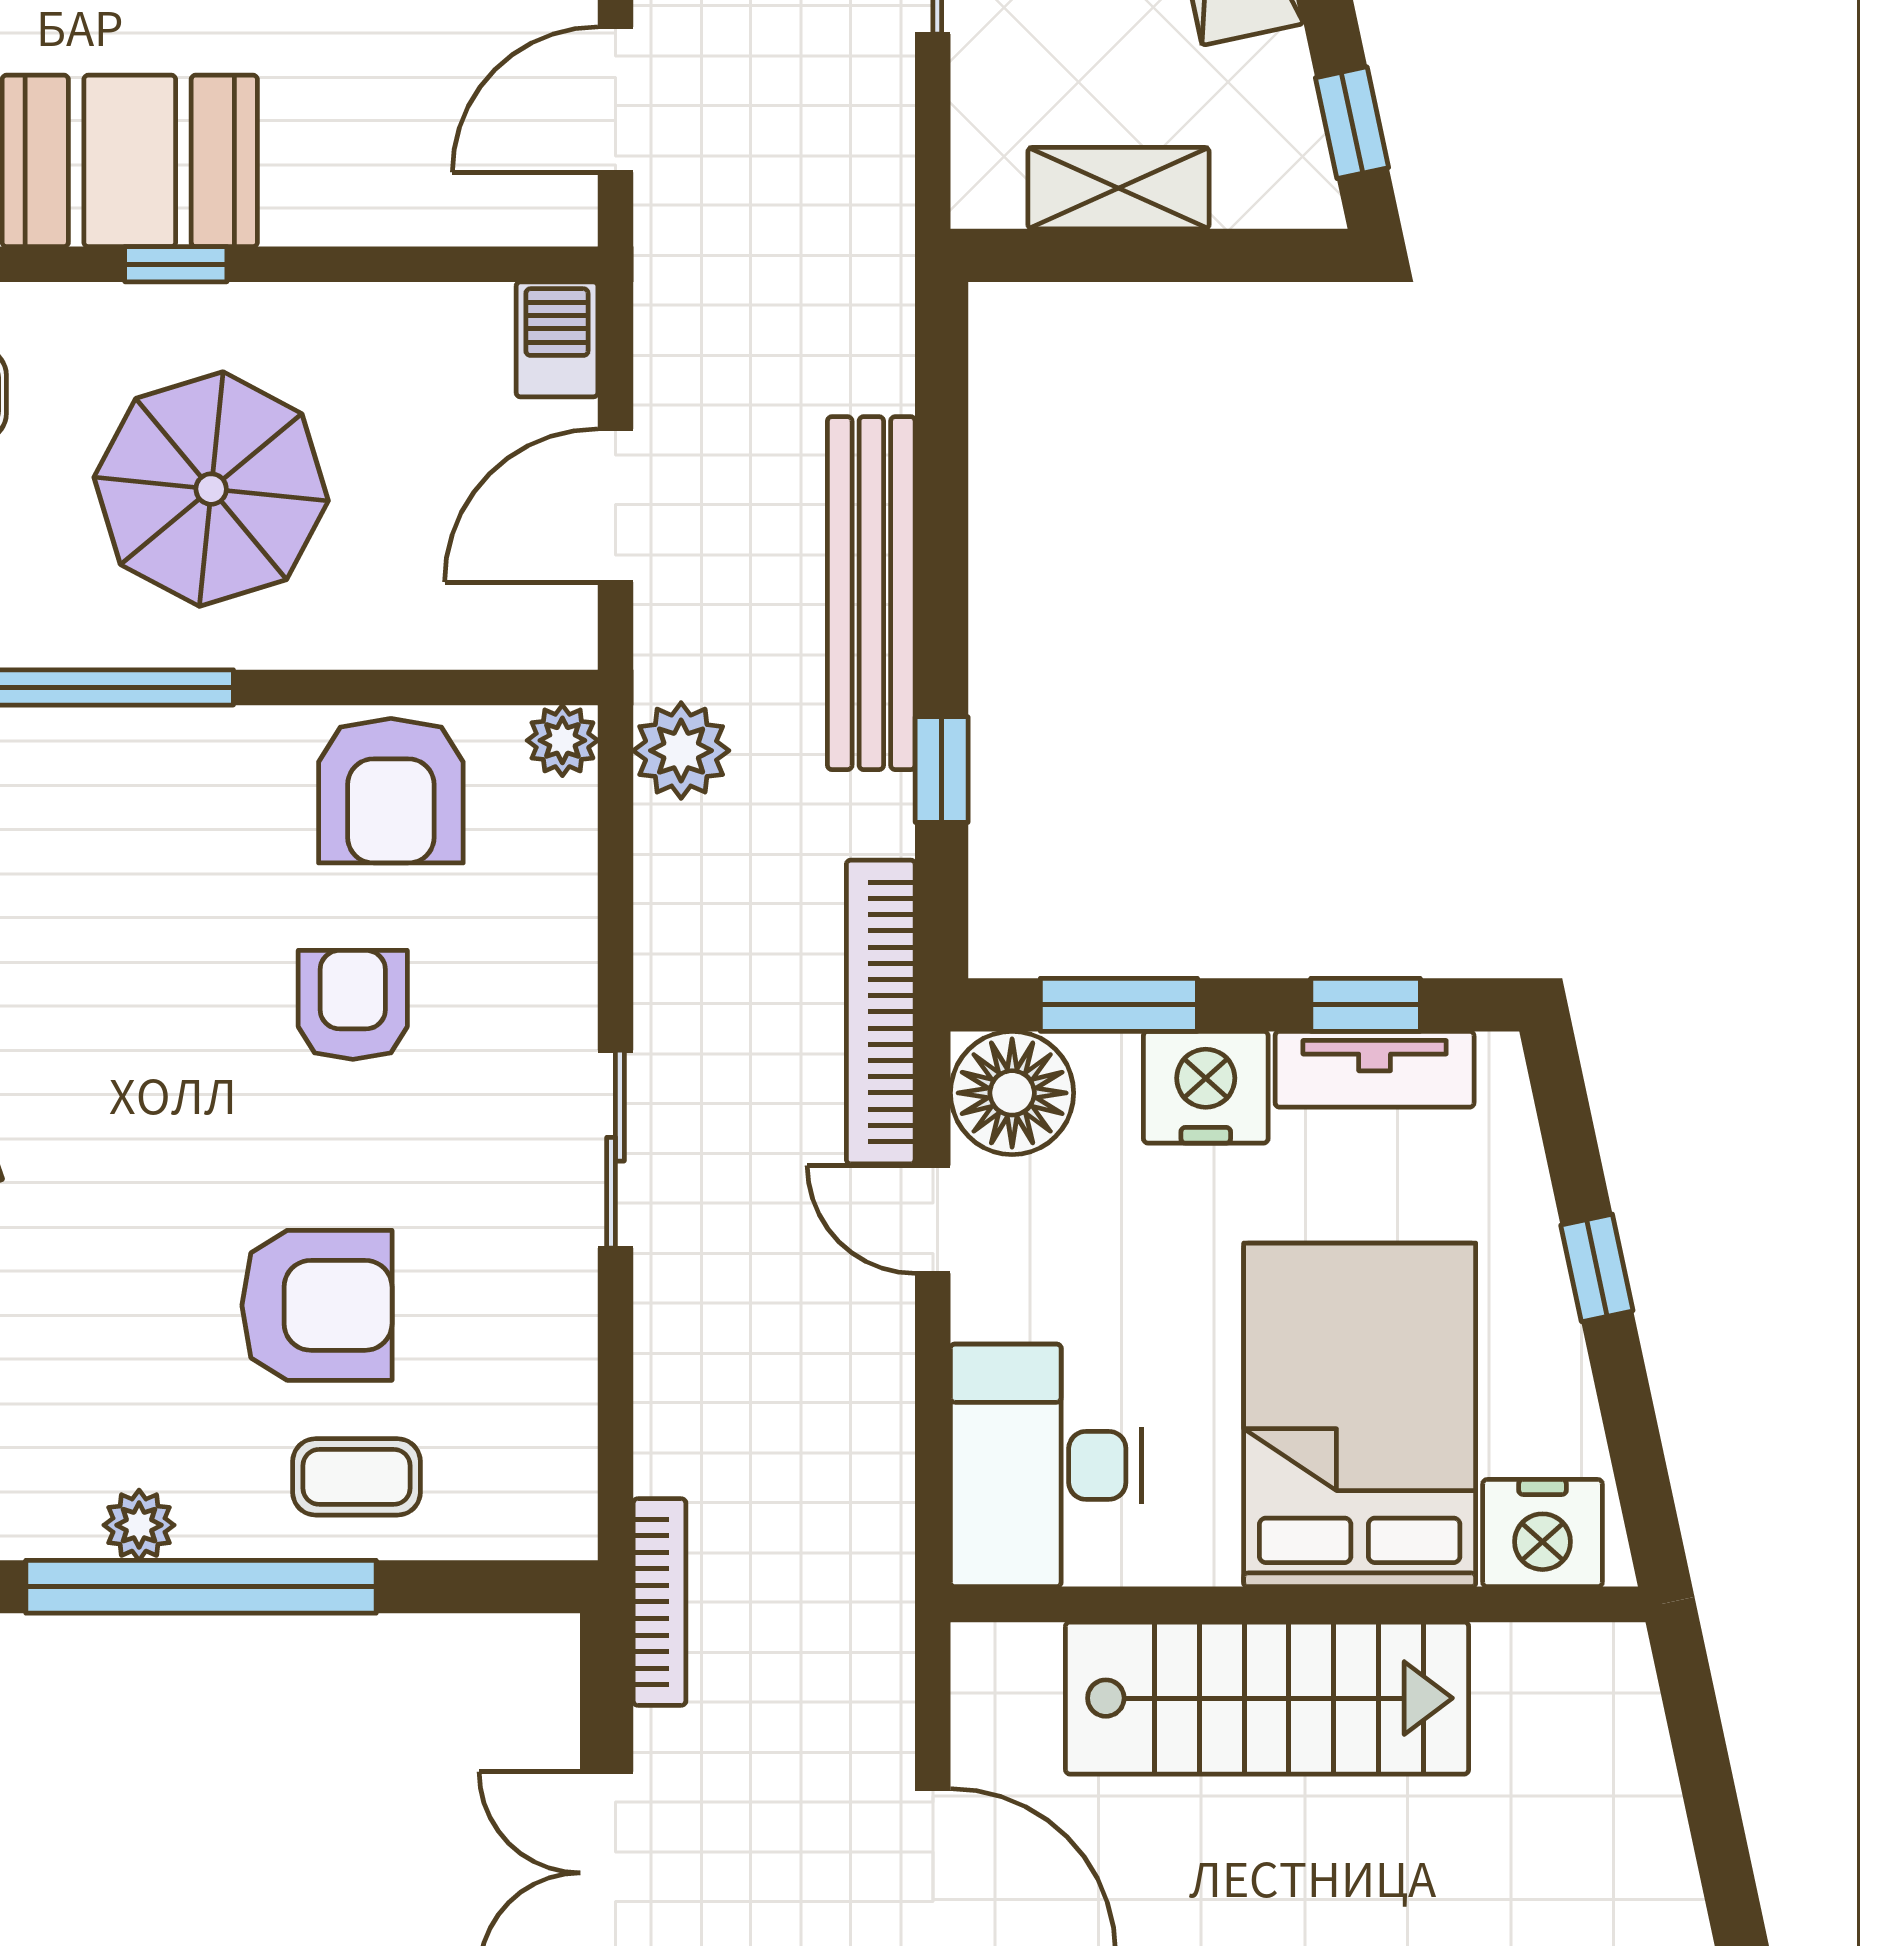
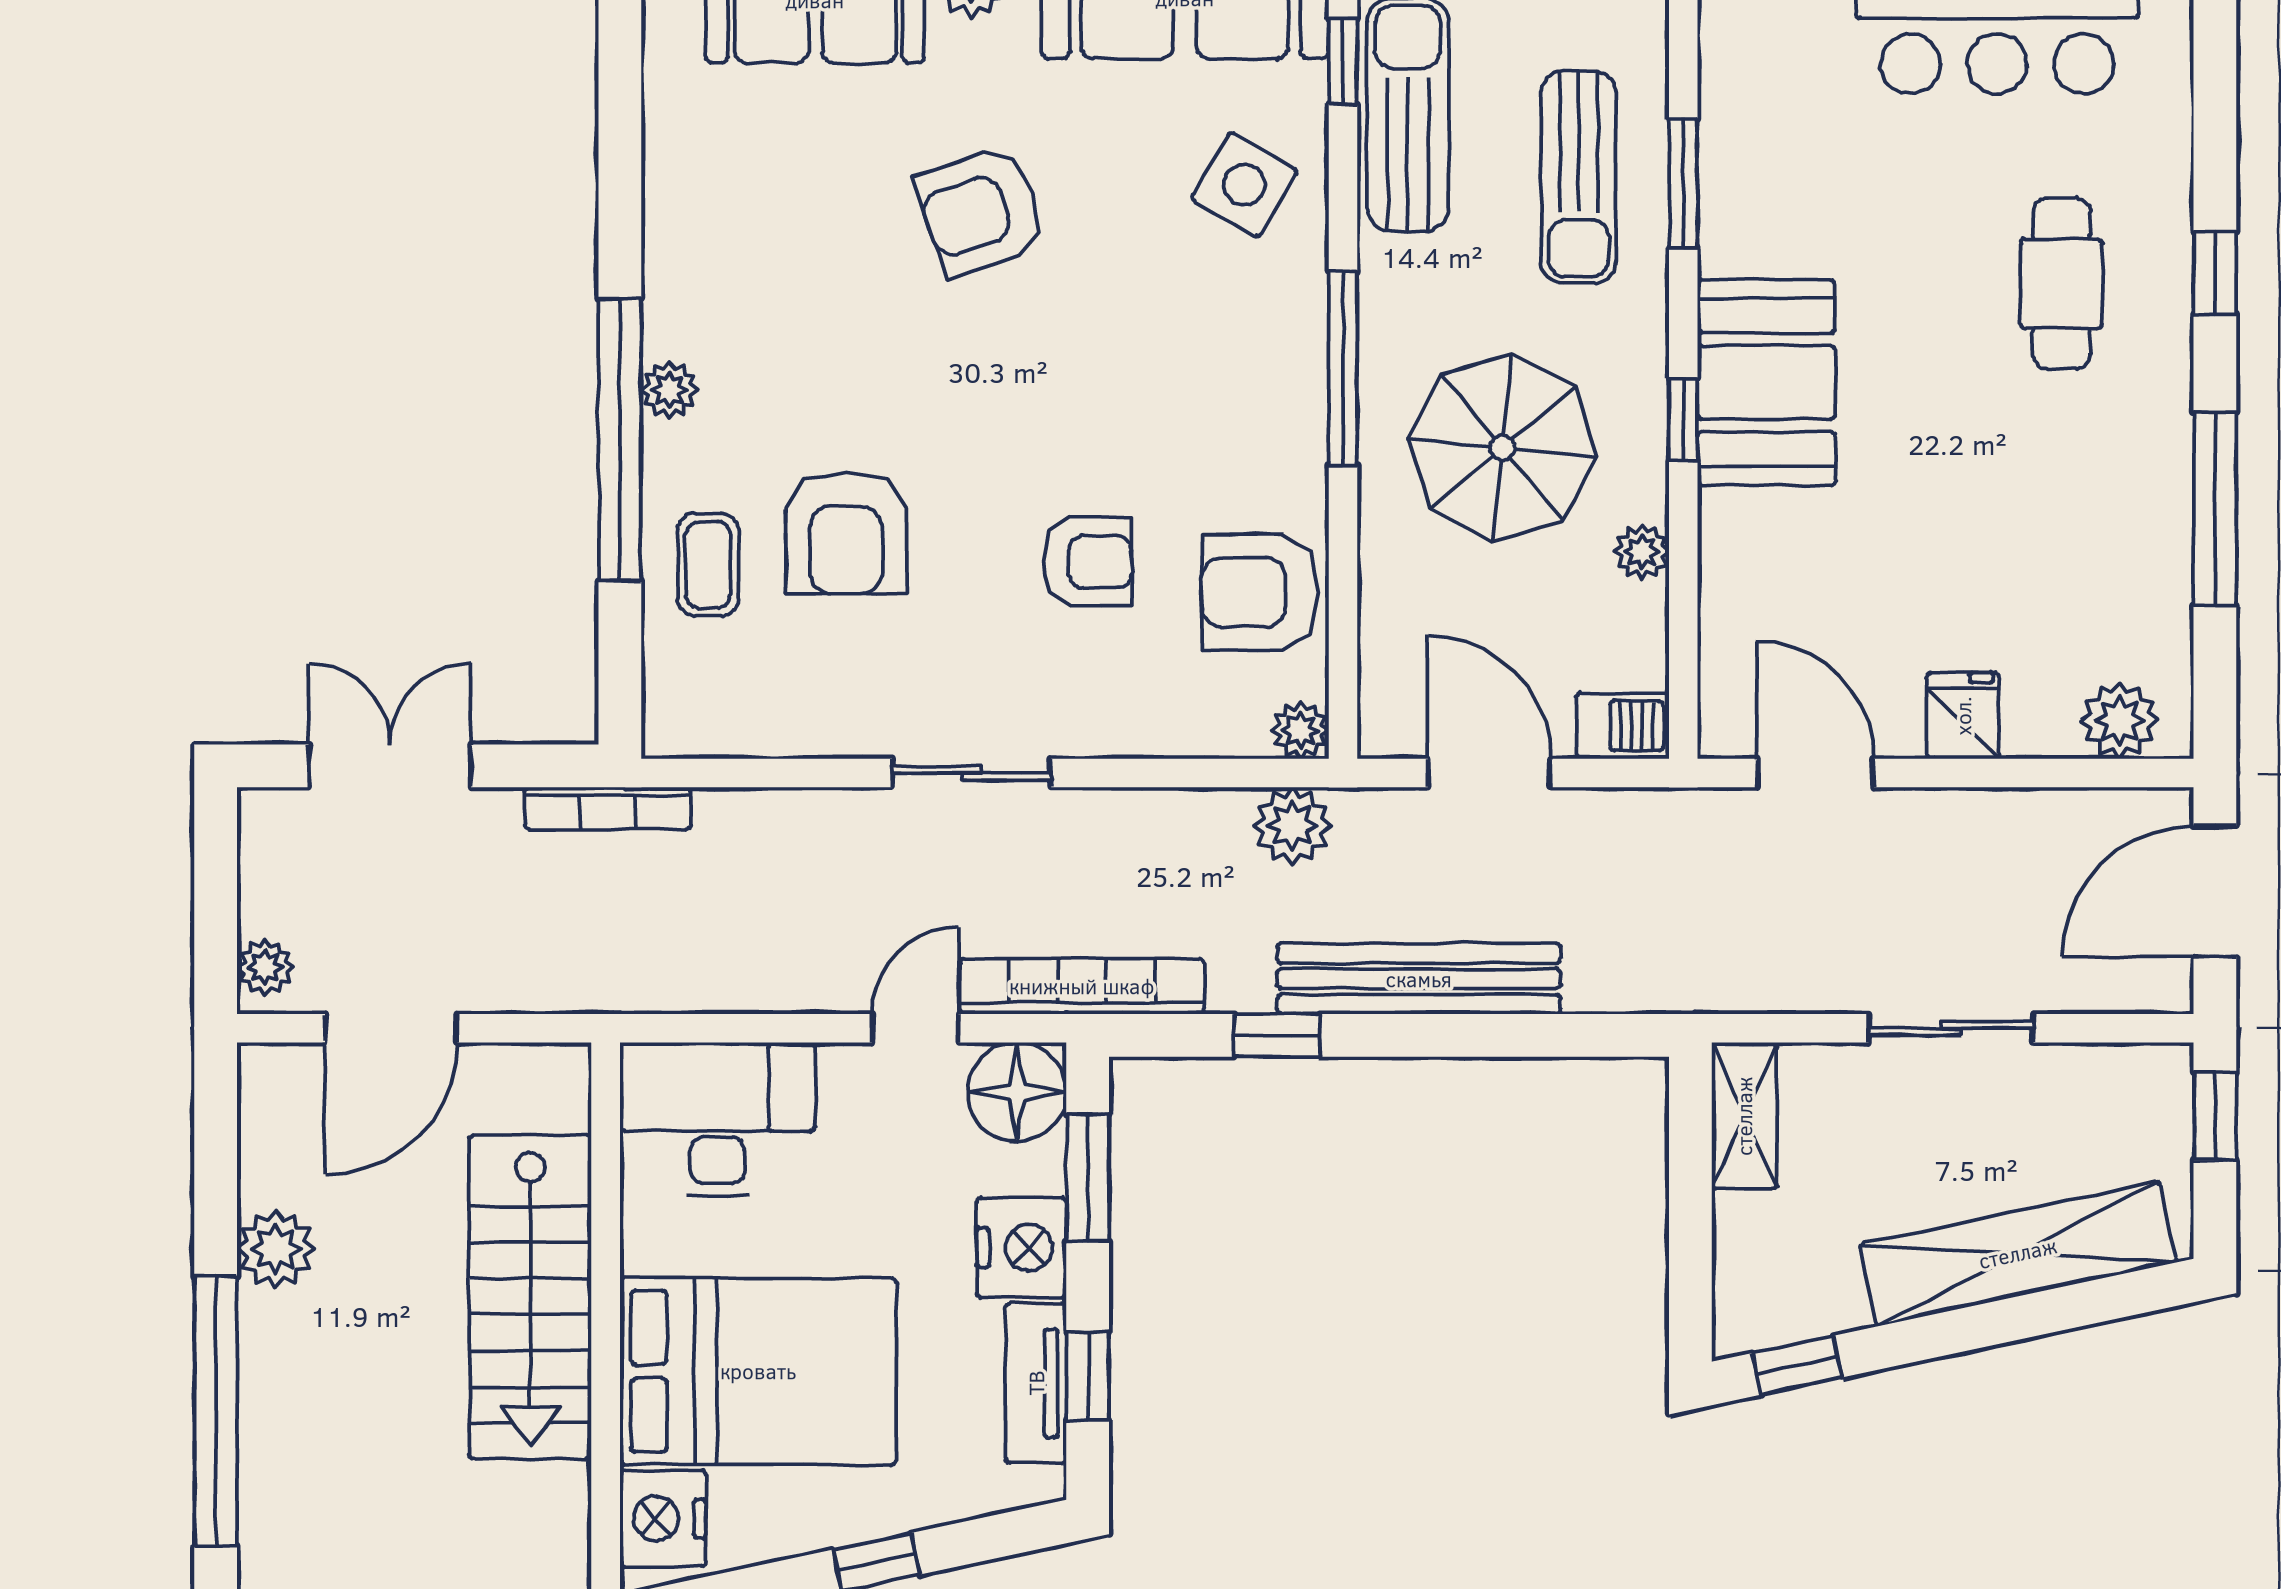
shelving: (1119, 188) -> (1744, 1116), moved
plant: (340, 316) -> (1642, 552), added

